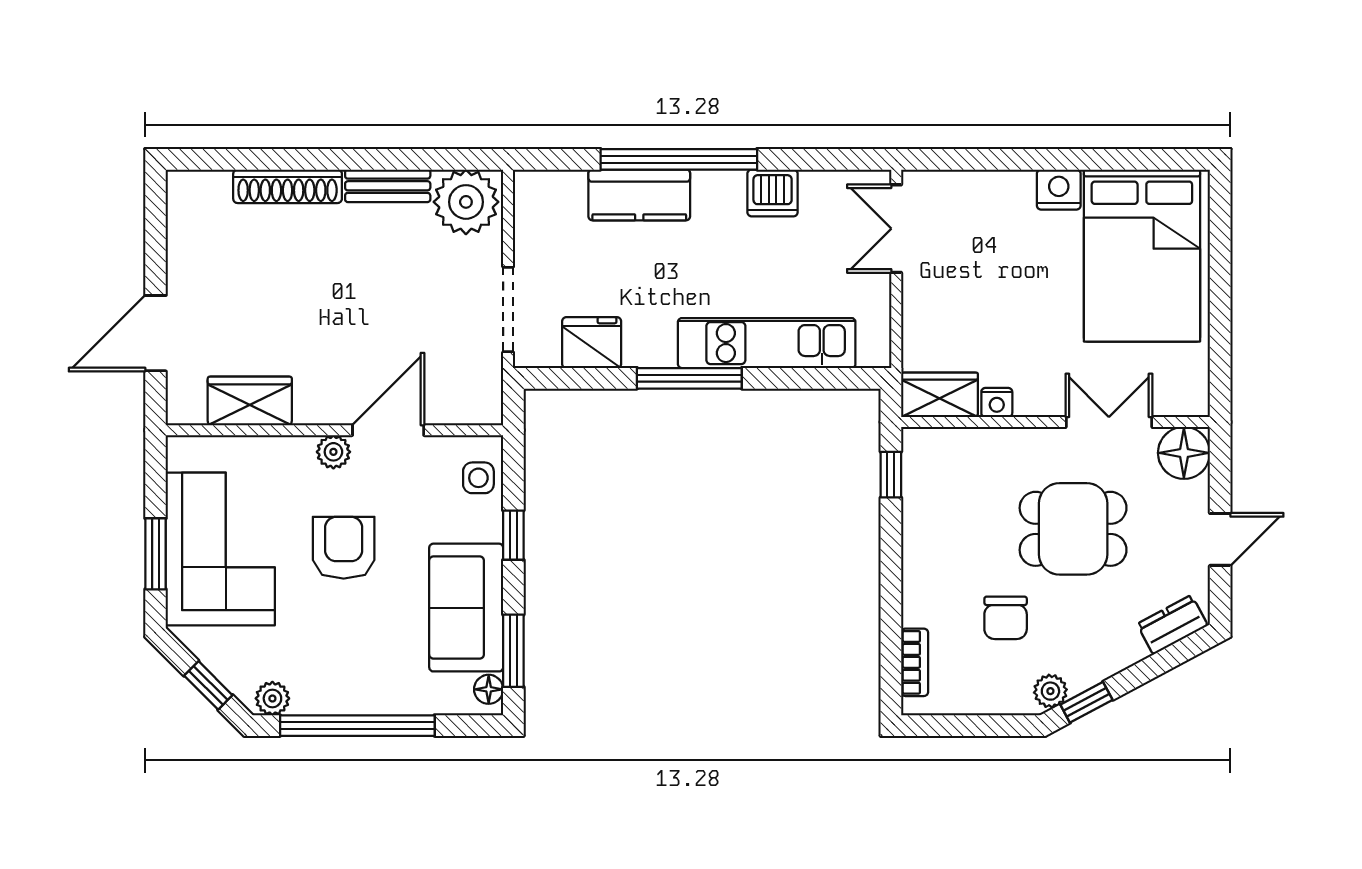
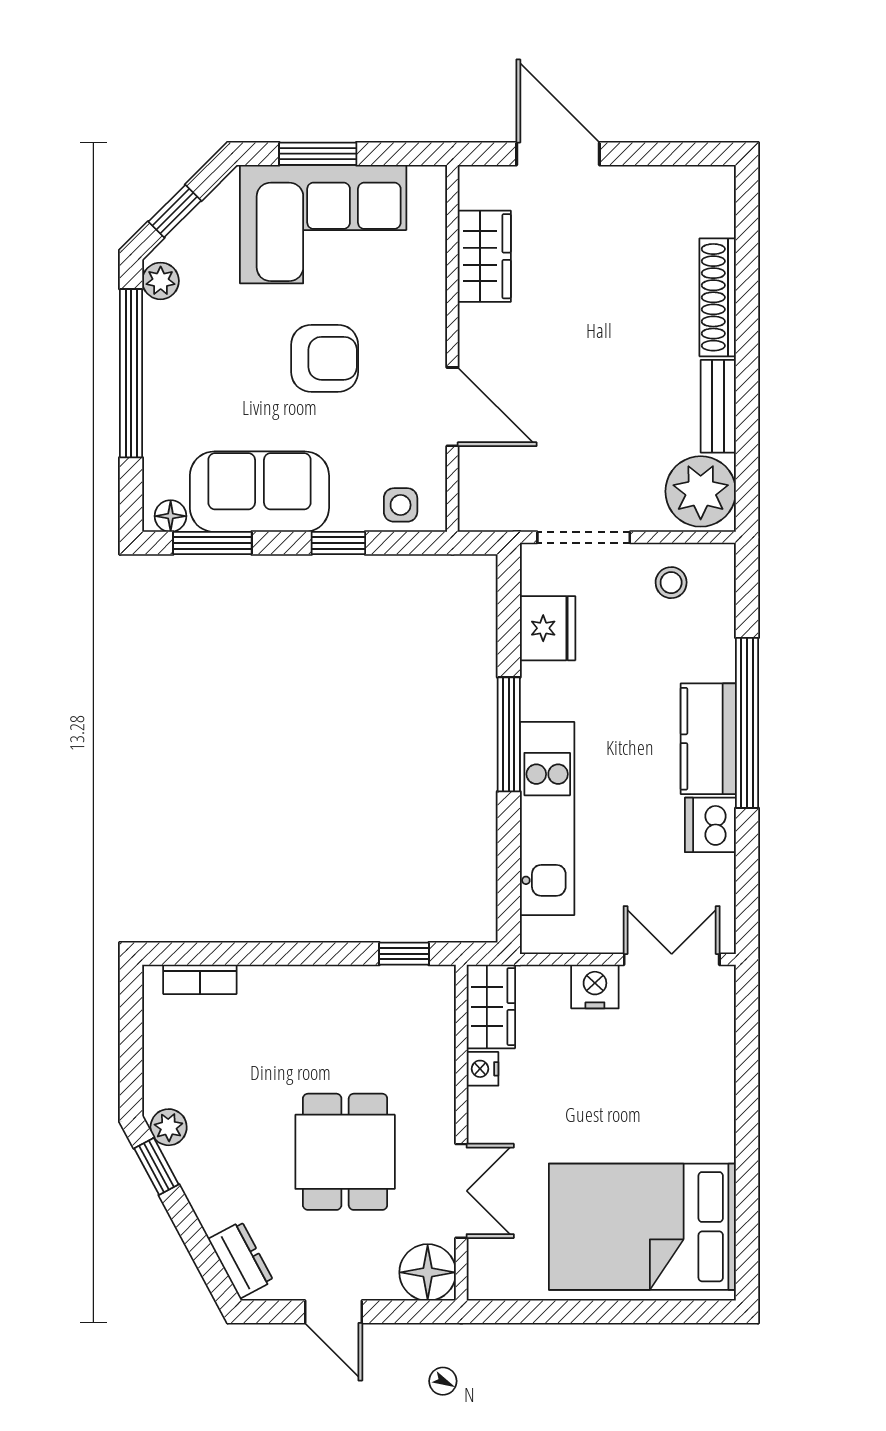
nightstand: (1059, 190) -> (595, 987), moved, turned -90
kitchen counter: (639, 195) -> (708, 739), moved
stool: (550, 229) -> (671, 583), added
plant: (333, 452) -> (429, 347), removed
chair: (1006, 618) -> (248, 1078), removed

